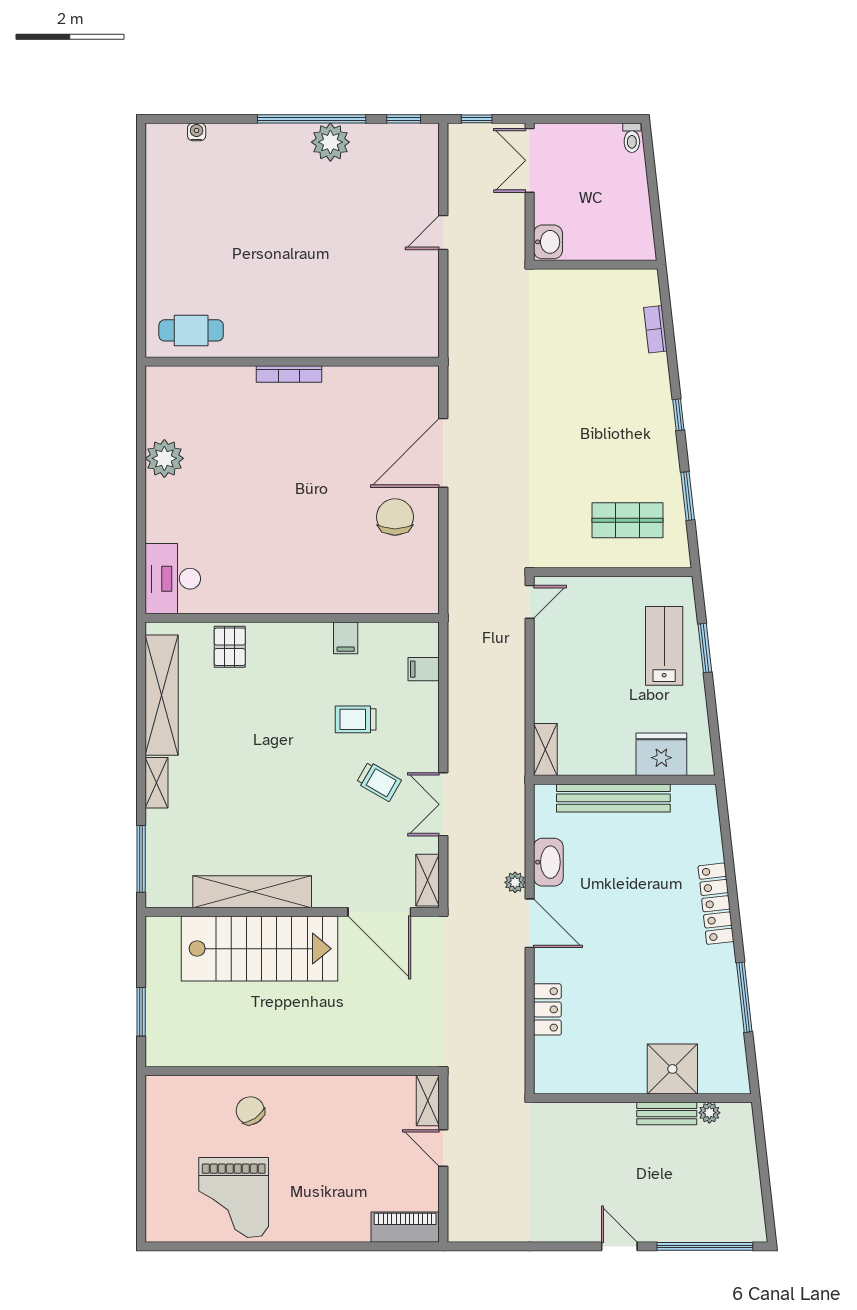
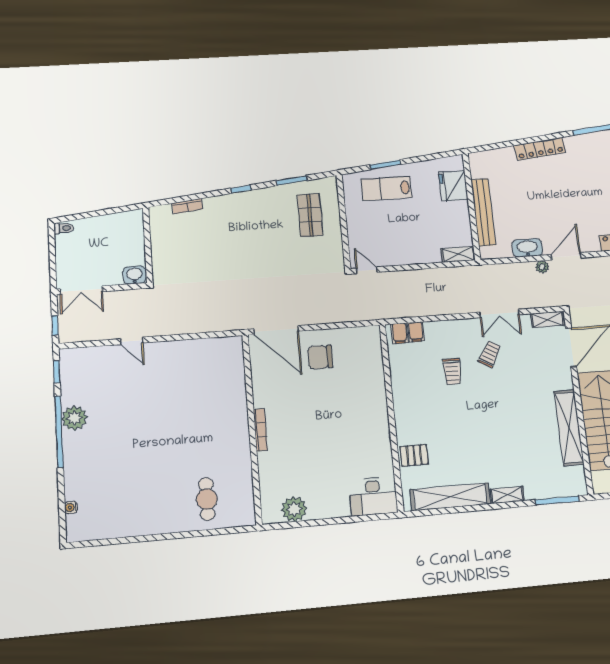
wall: (292, 362) -> (252, 428), moved
bookcase: (289, 374) -> (260, 430), moved
filing cabinet: (346, 638) -> (399, 333), moved, turned 90

